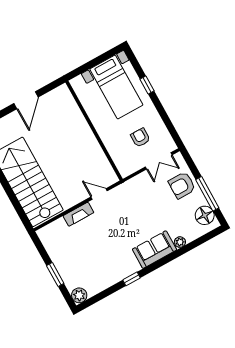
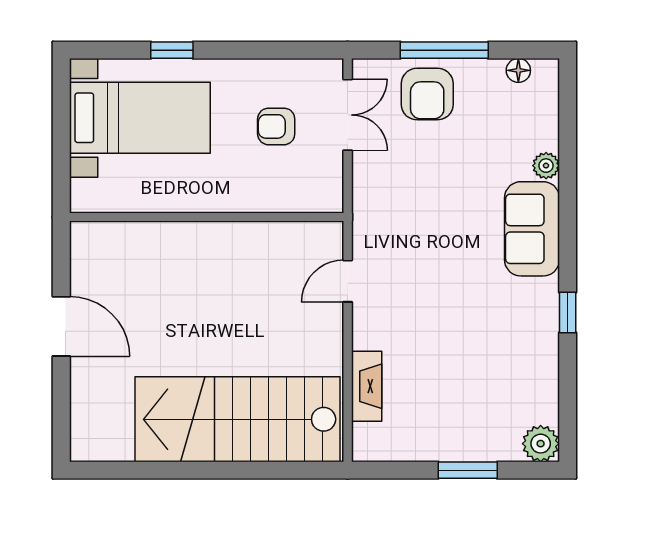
window: (207, 194) -> (444, 50), moved
fireplace: (78, 214) -> (367, 386), moved
floor lamp: (205, 215) -> (518, 70), width x0.53, depth x0.53

